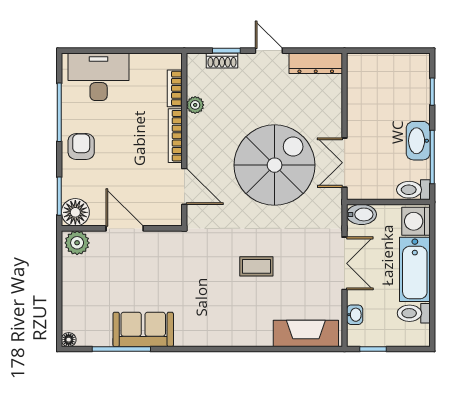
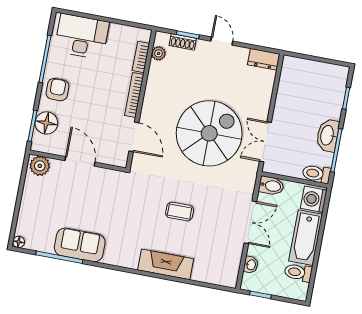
dresser: (316, 63) -> (264, 59), width x0.70
plant: (195, 105) -> (159, 53), moved
floor lamp: (75, 212) -> (46, 123), moved
fireplace: (306, 333) -> (166, 264), moved

